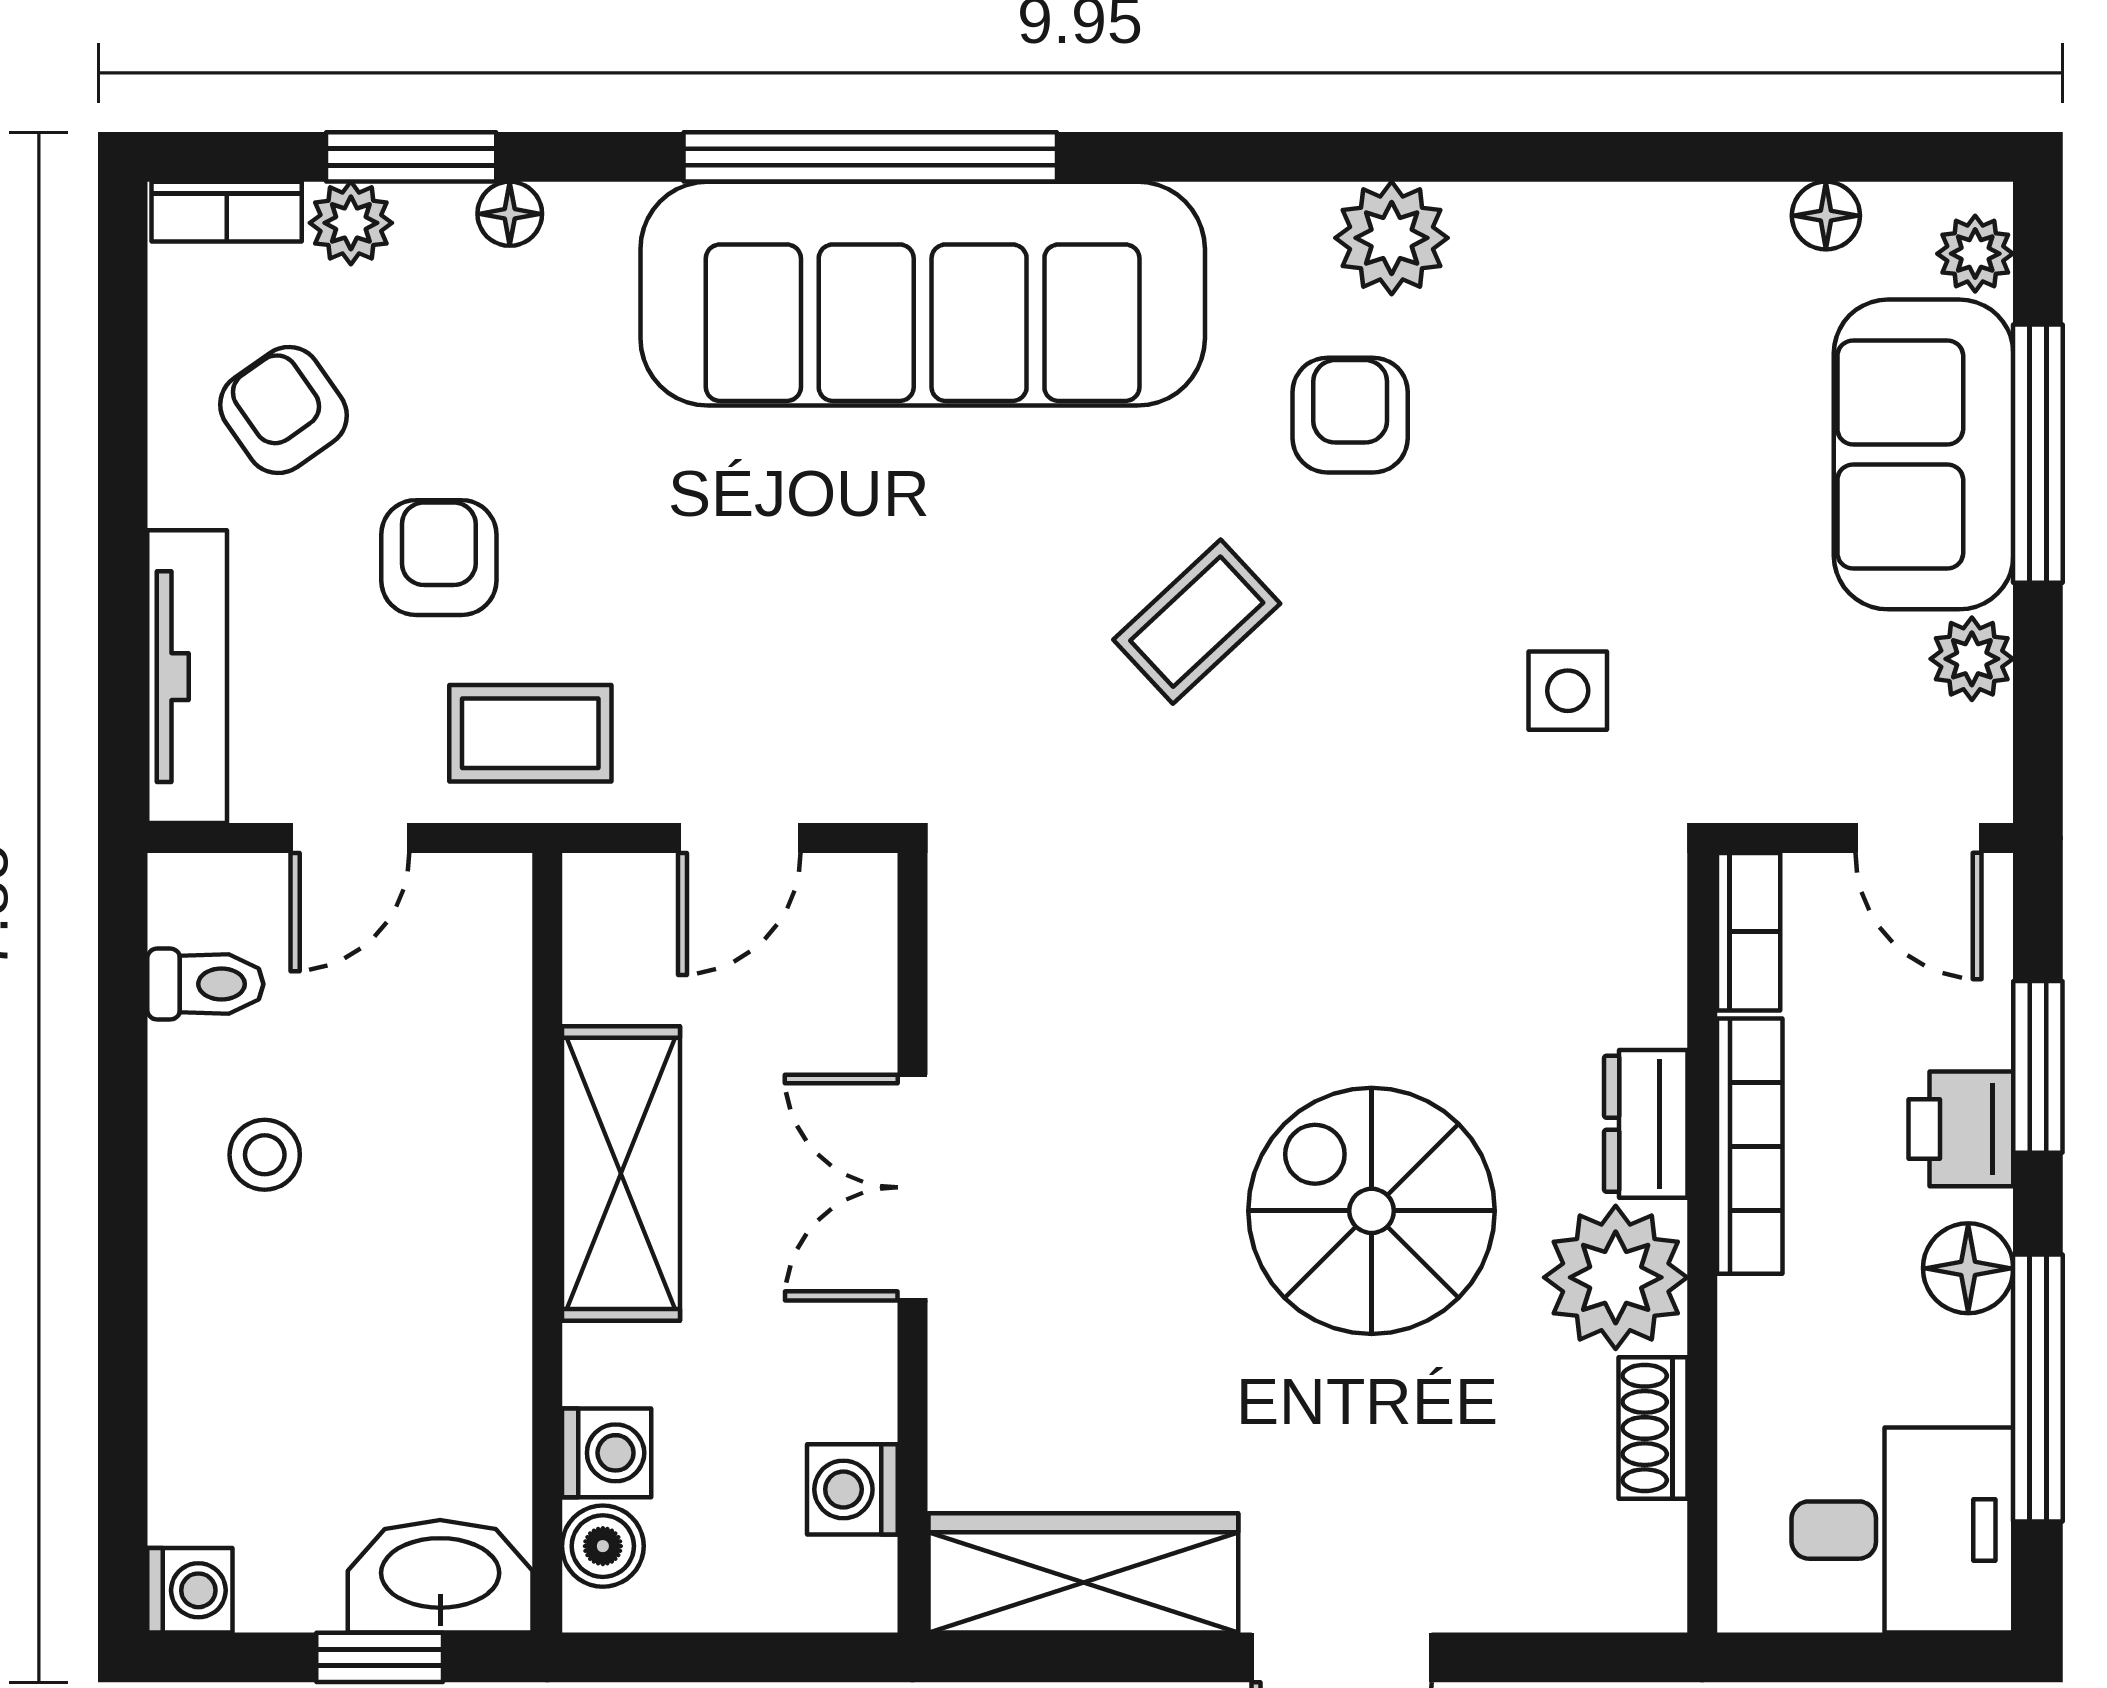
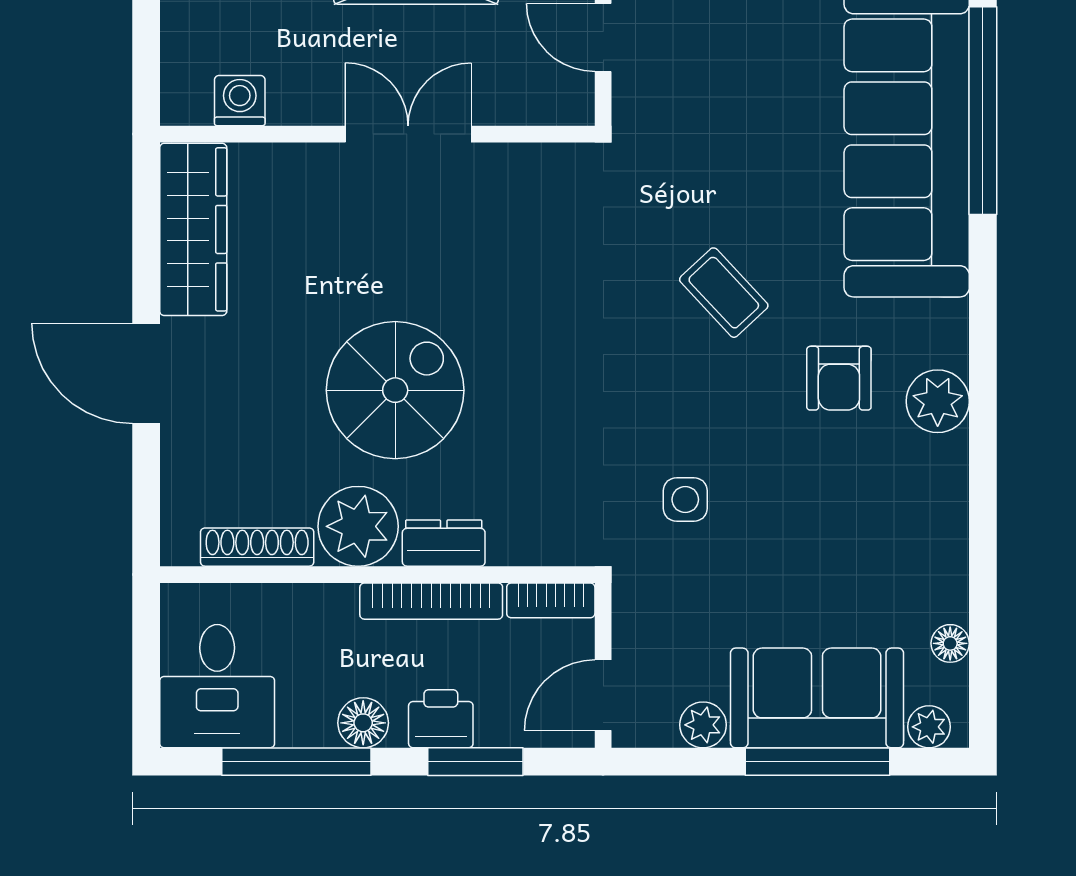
armchair: (1350, 415) -> (839, 378), turned 90
shoe rack: (1653, 1428) -> (257, 547), width x1.43

